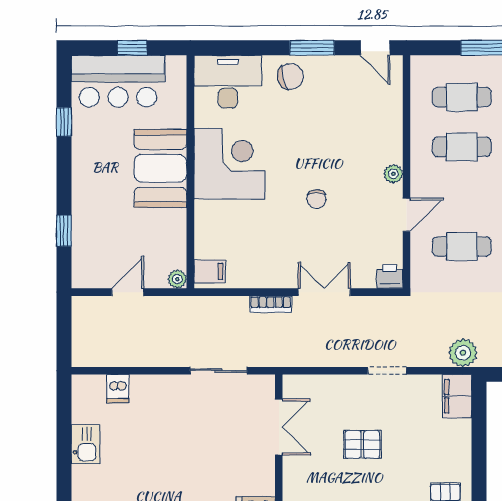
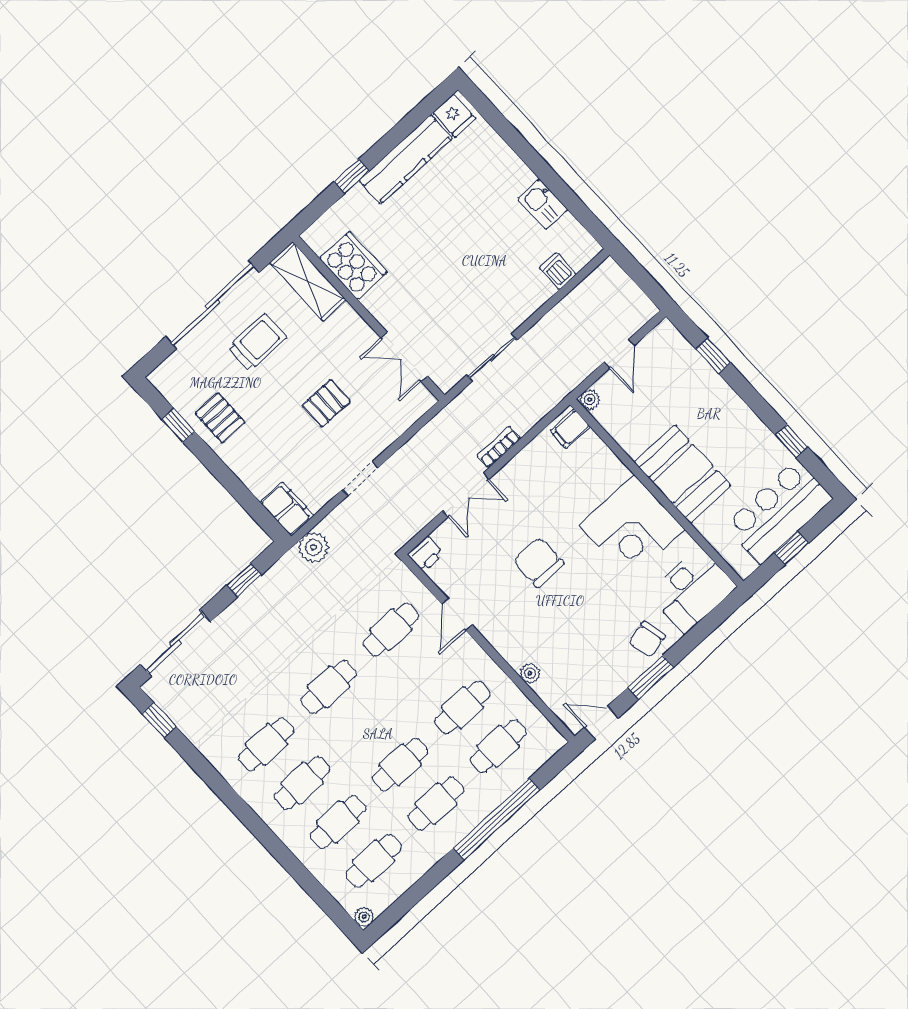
plant: (393, 174) -> (530, 673), moved
chair: (316, 199) -> (539, 562), width x1.87, depth x1.87

